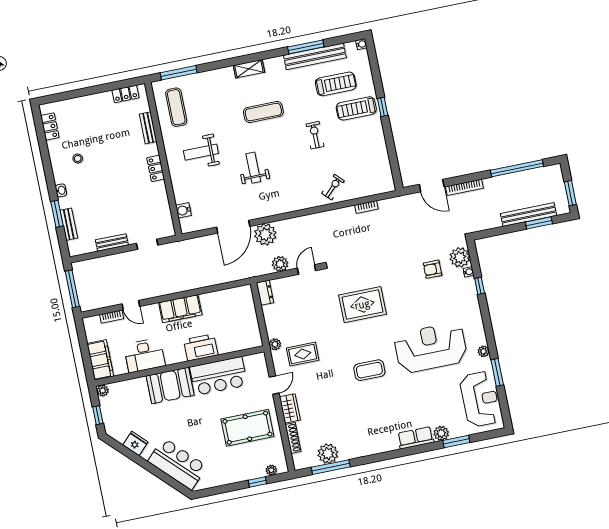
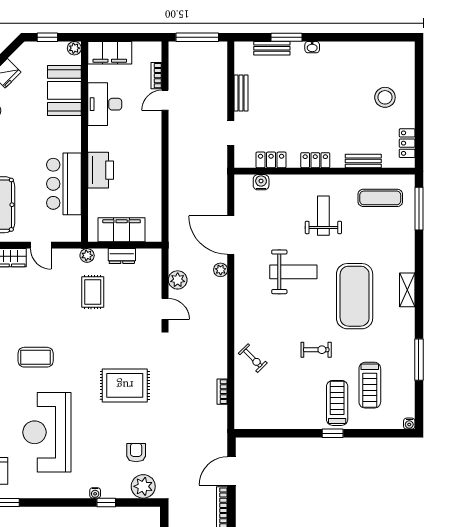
bench: (315, 56) -> (406, 368), removed
exercise mat: (263, 112) -> (355, 296), width x2.00, depth x1.45
locker: (50, 127) -> (271, 160), moved, turned 180
stool: (78, 158) -> (385, 97), moved, width x1.89, depth x1.89
weight bench: (253, 168) -> (293, 272), width x1.36, depth x1.33
plant: (265, 234) -> (221, 270), width x0.53, depth x0.53
water cooler: (468, 272) -> (95, 493), moved
dresser: (265, 293) -> (122, 256), moved
rug: (362, 305) -> (125, 385), moved, turned 90
filing cabinet: (180, 309) -> (122, 230), moved, turned 90
reception desk: (431, 348) -> (47, 432), turned 180
plant: (483, 351) -> (31, 492), removed
rug: (303, 354) -> (93, 292), moved
coffee table: (369, 370) -> (36, 357), turned 90
booth: (170, 385) -> (64, 90), moved

